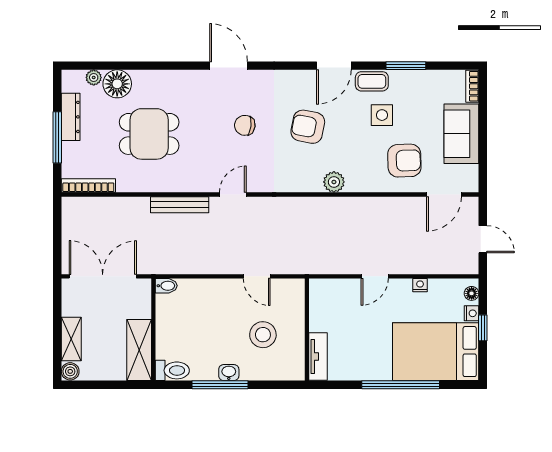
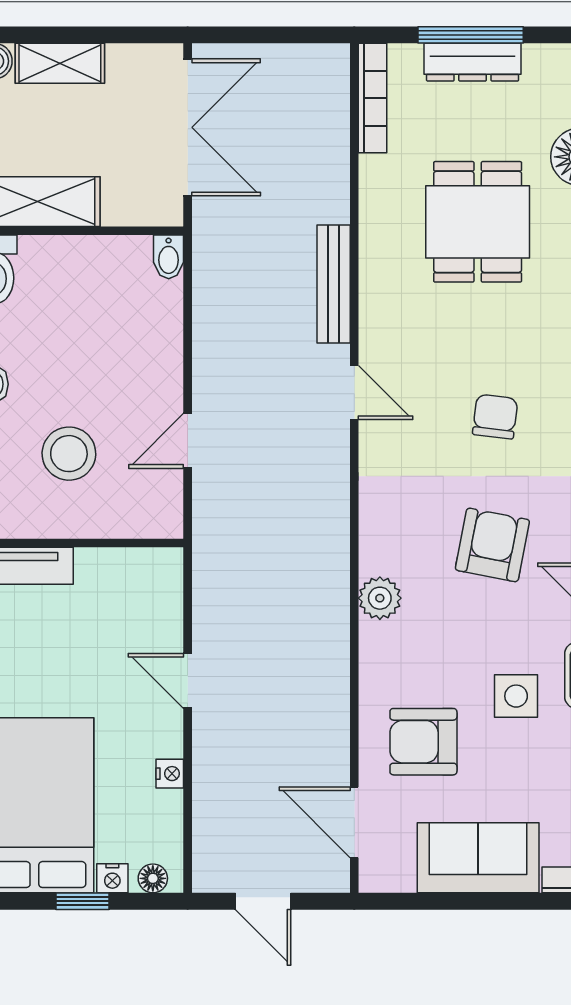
dresser: (71, 117) -> (473, 62), moved
armchair: (404, 161) -> (423, 742), turned 92
door: (483, 239) -> (263, 901), hinge flipped

